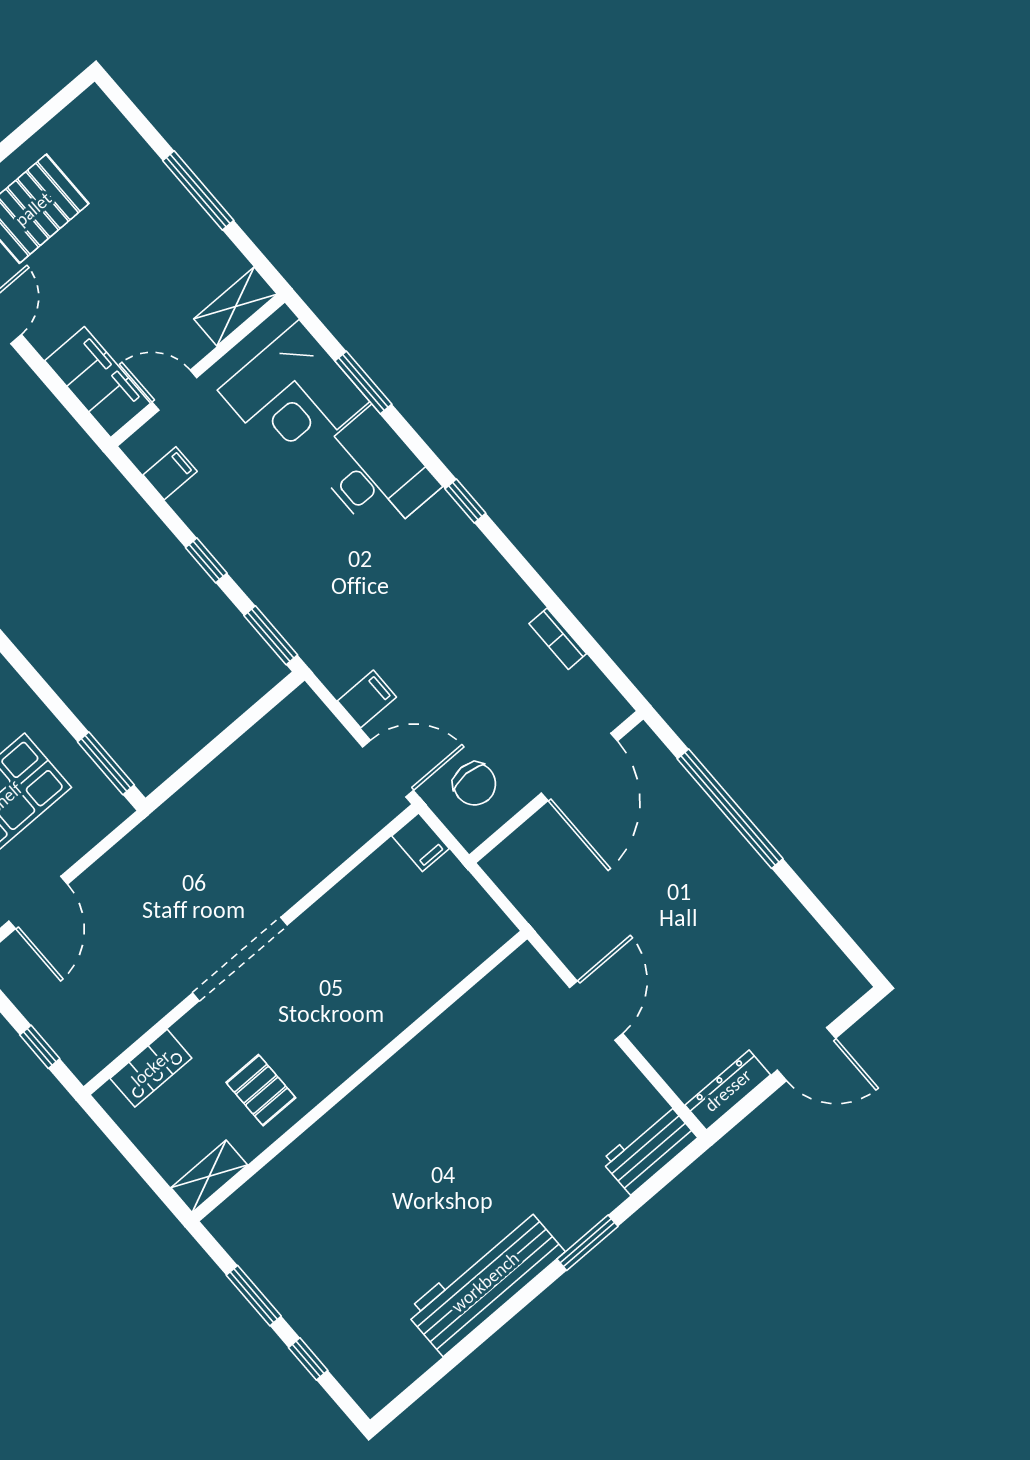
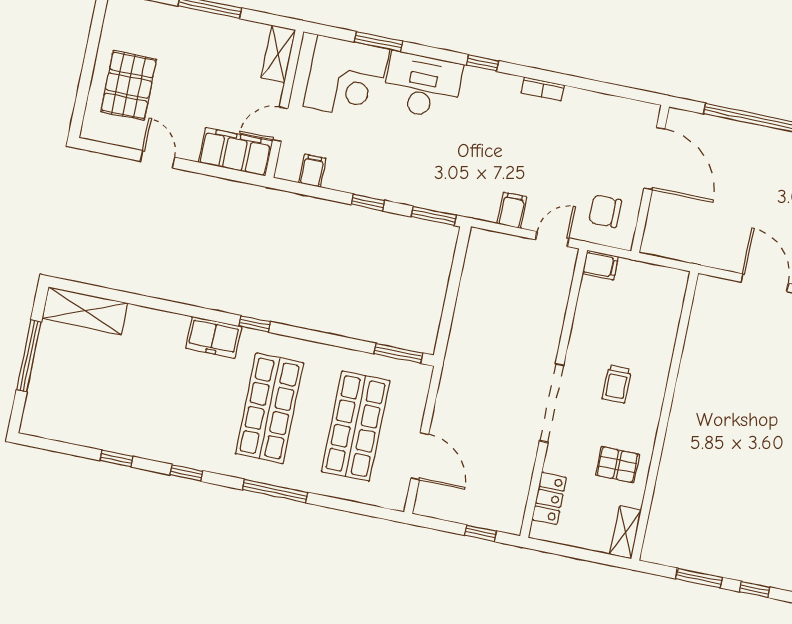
bookcase: (558, 639) -> (543, 89), moved
door: (388, 769) -> (552, 239), width x0.73
chair: (475, 784) -> (605, 211), turned 180
trolley: (333, 996) -> (617, 384), added

